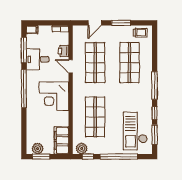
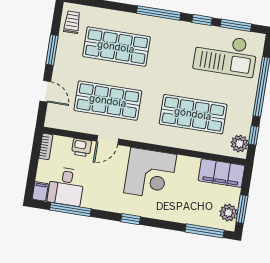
desk: (38, 59) -> (66, 186), moved
window: (24, 89) -> (131, 219), width x0.32
window: (24, 136) -> (205, 231), added

